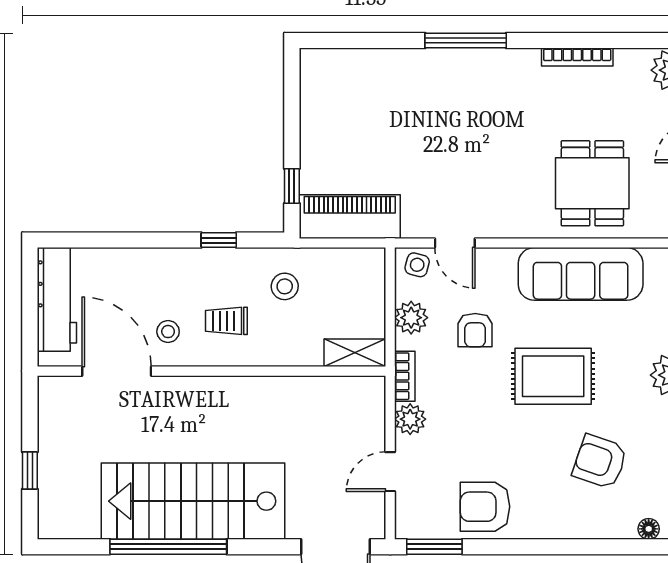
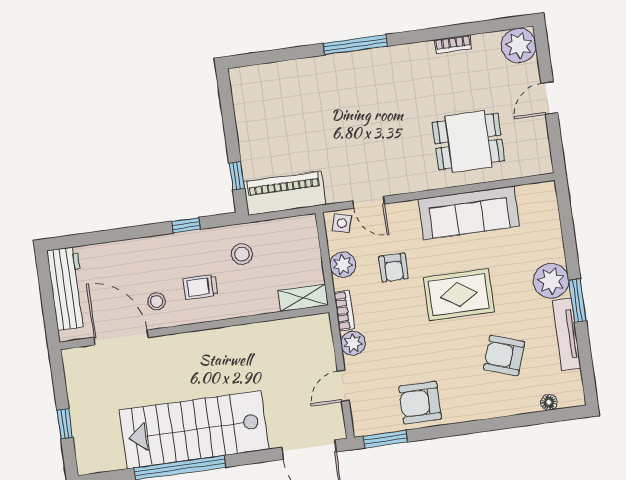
bookcase: (577, 57) -> (453, 44), width x0.64
dining table: (592, 183) -> (468, 141), turned 90

